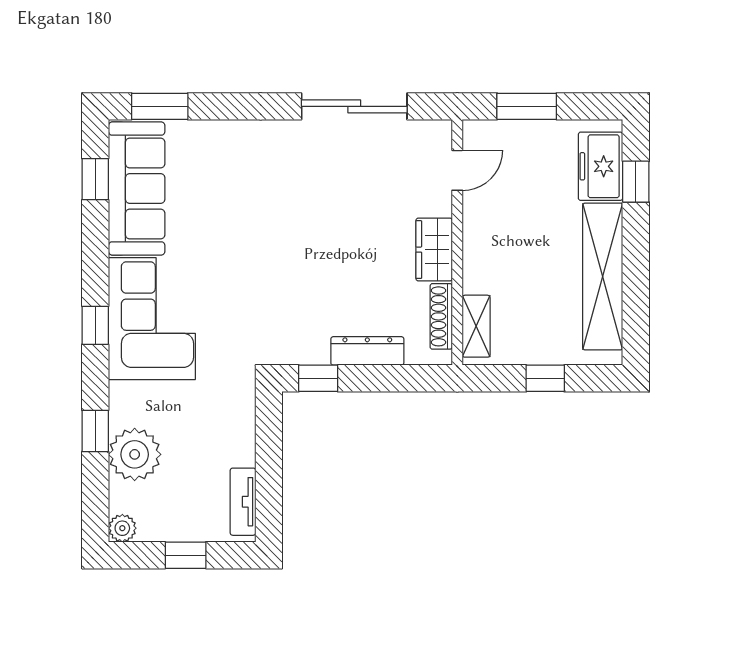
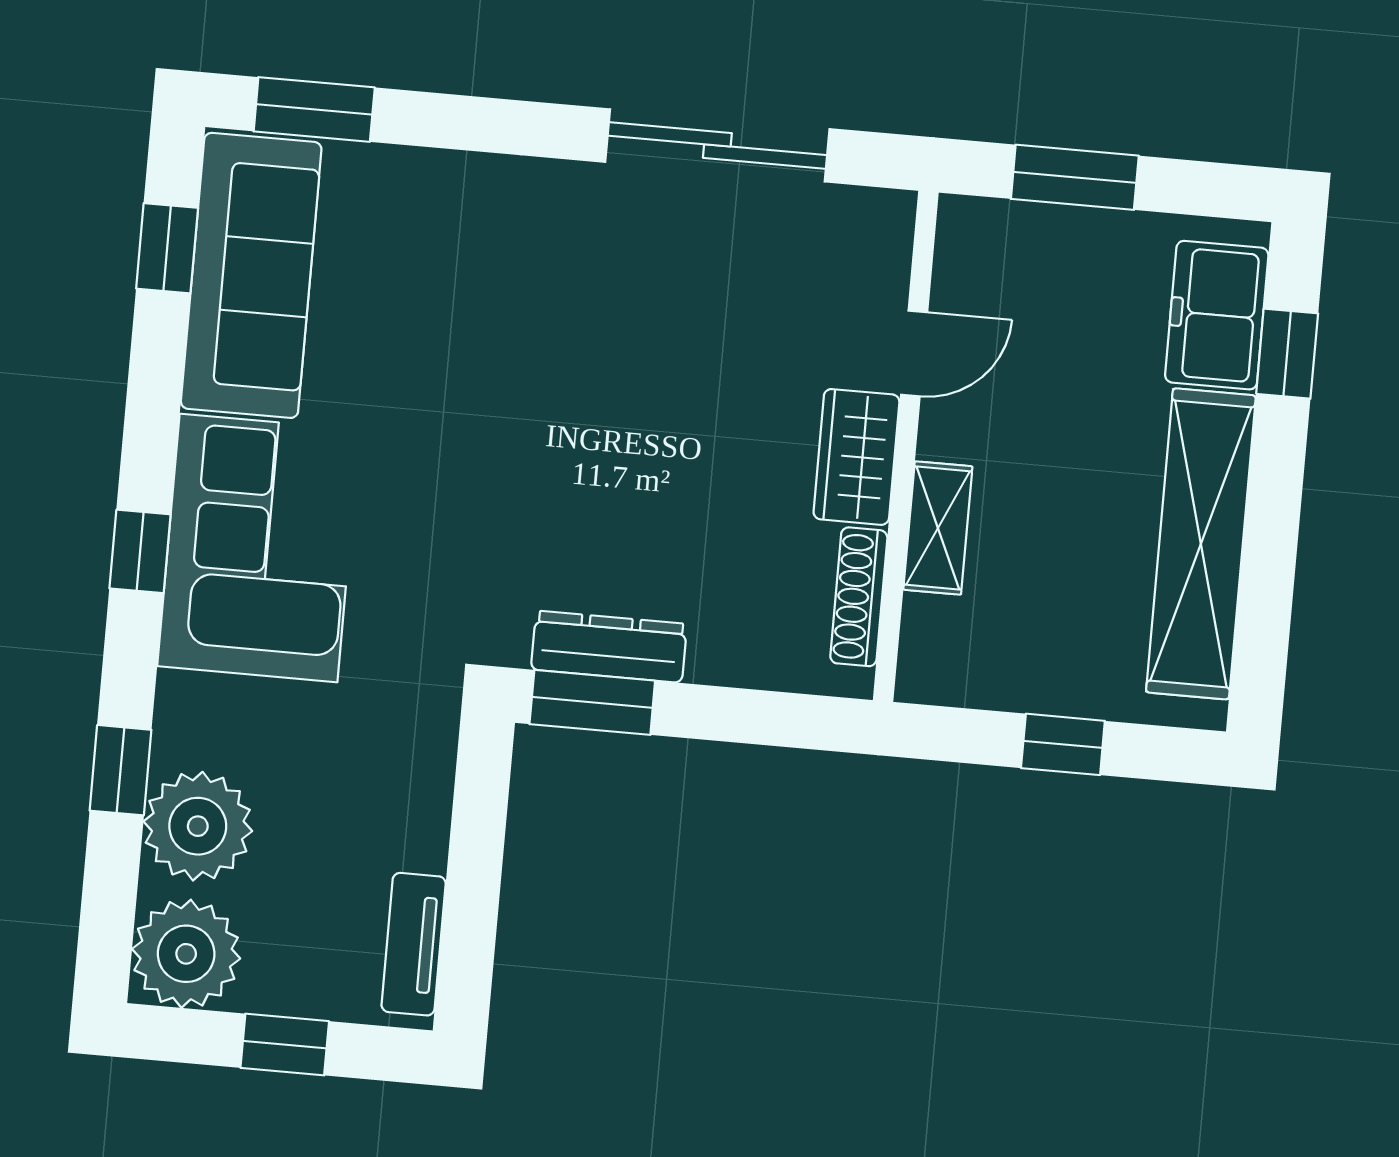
door: (457, 170) -> (914, 353), moved
shelving: (476, 326) -> (938, 528), moved
dresser: (367, 351) -> (609, 647), moved
window: (318, 378) -> (592, 702), width x1.50
plant: (122, 528) -> (186, 954), width x1.87, depth x1.87

